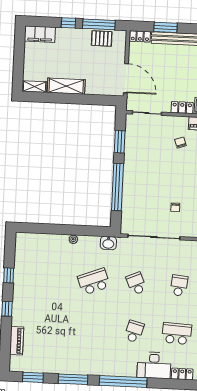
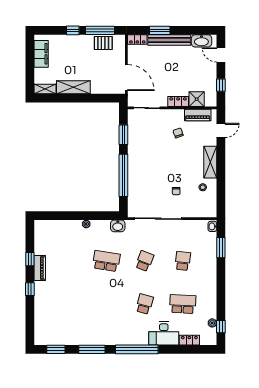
filing cabinet: (40, 34) -> (41, 54), moved, turned -90
school desk: (94, 282) -> (106, 261), turned 30
school desk: (136, 284) -> (145, 261), turned 45
piano: (17, 341) -> (40, 268), moved

